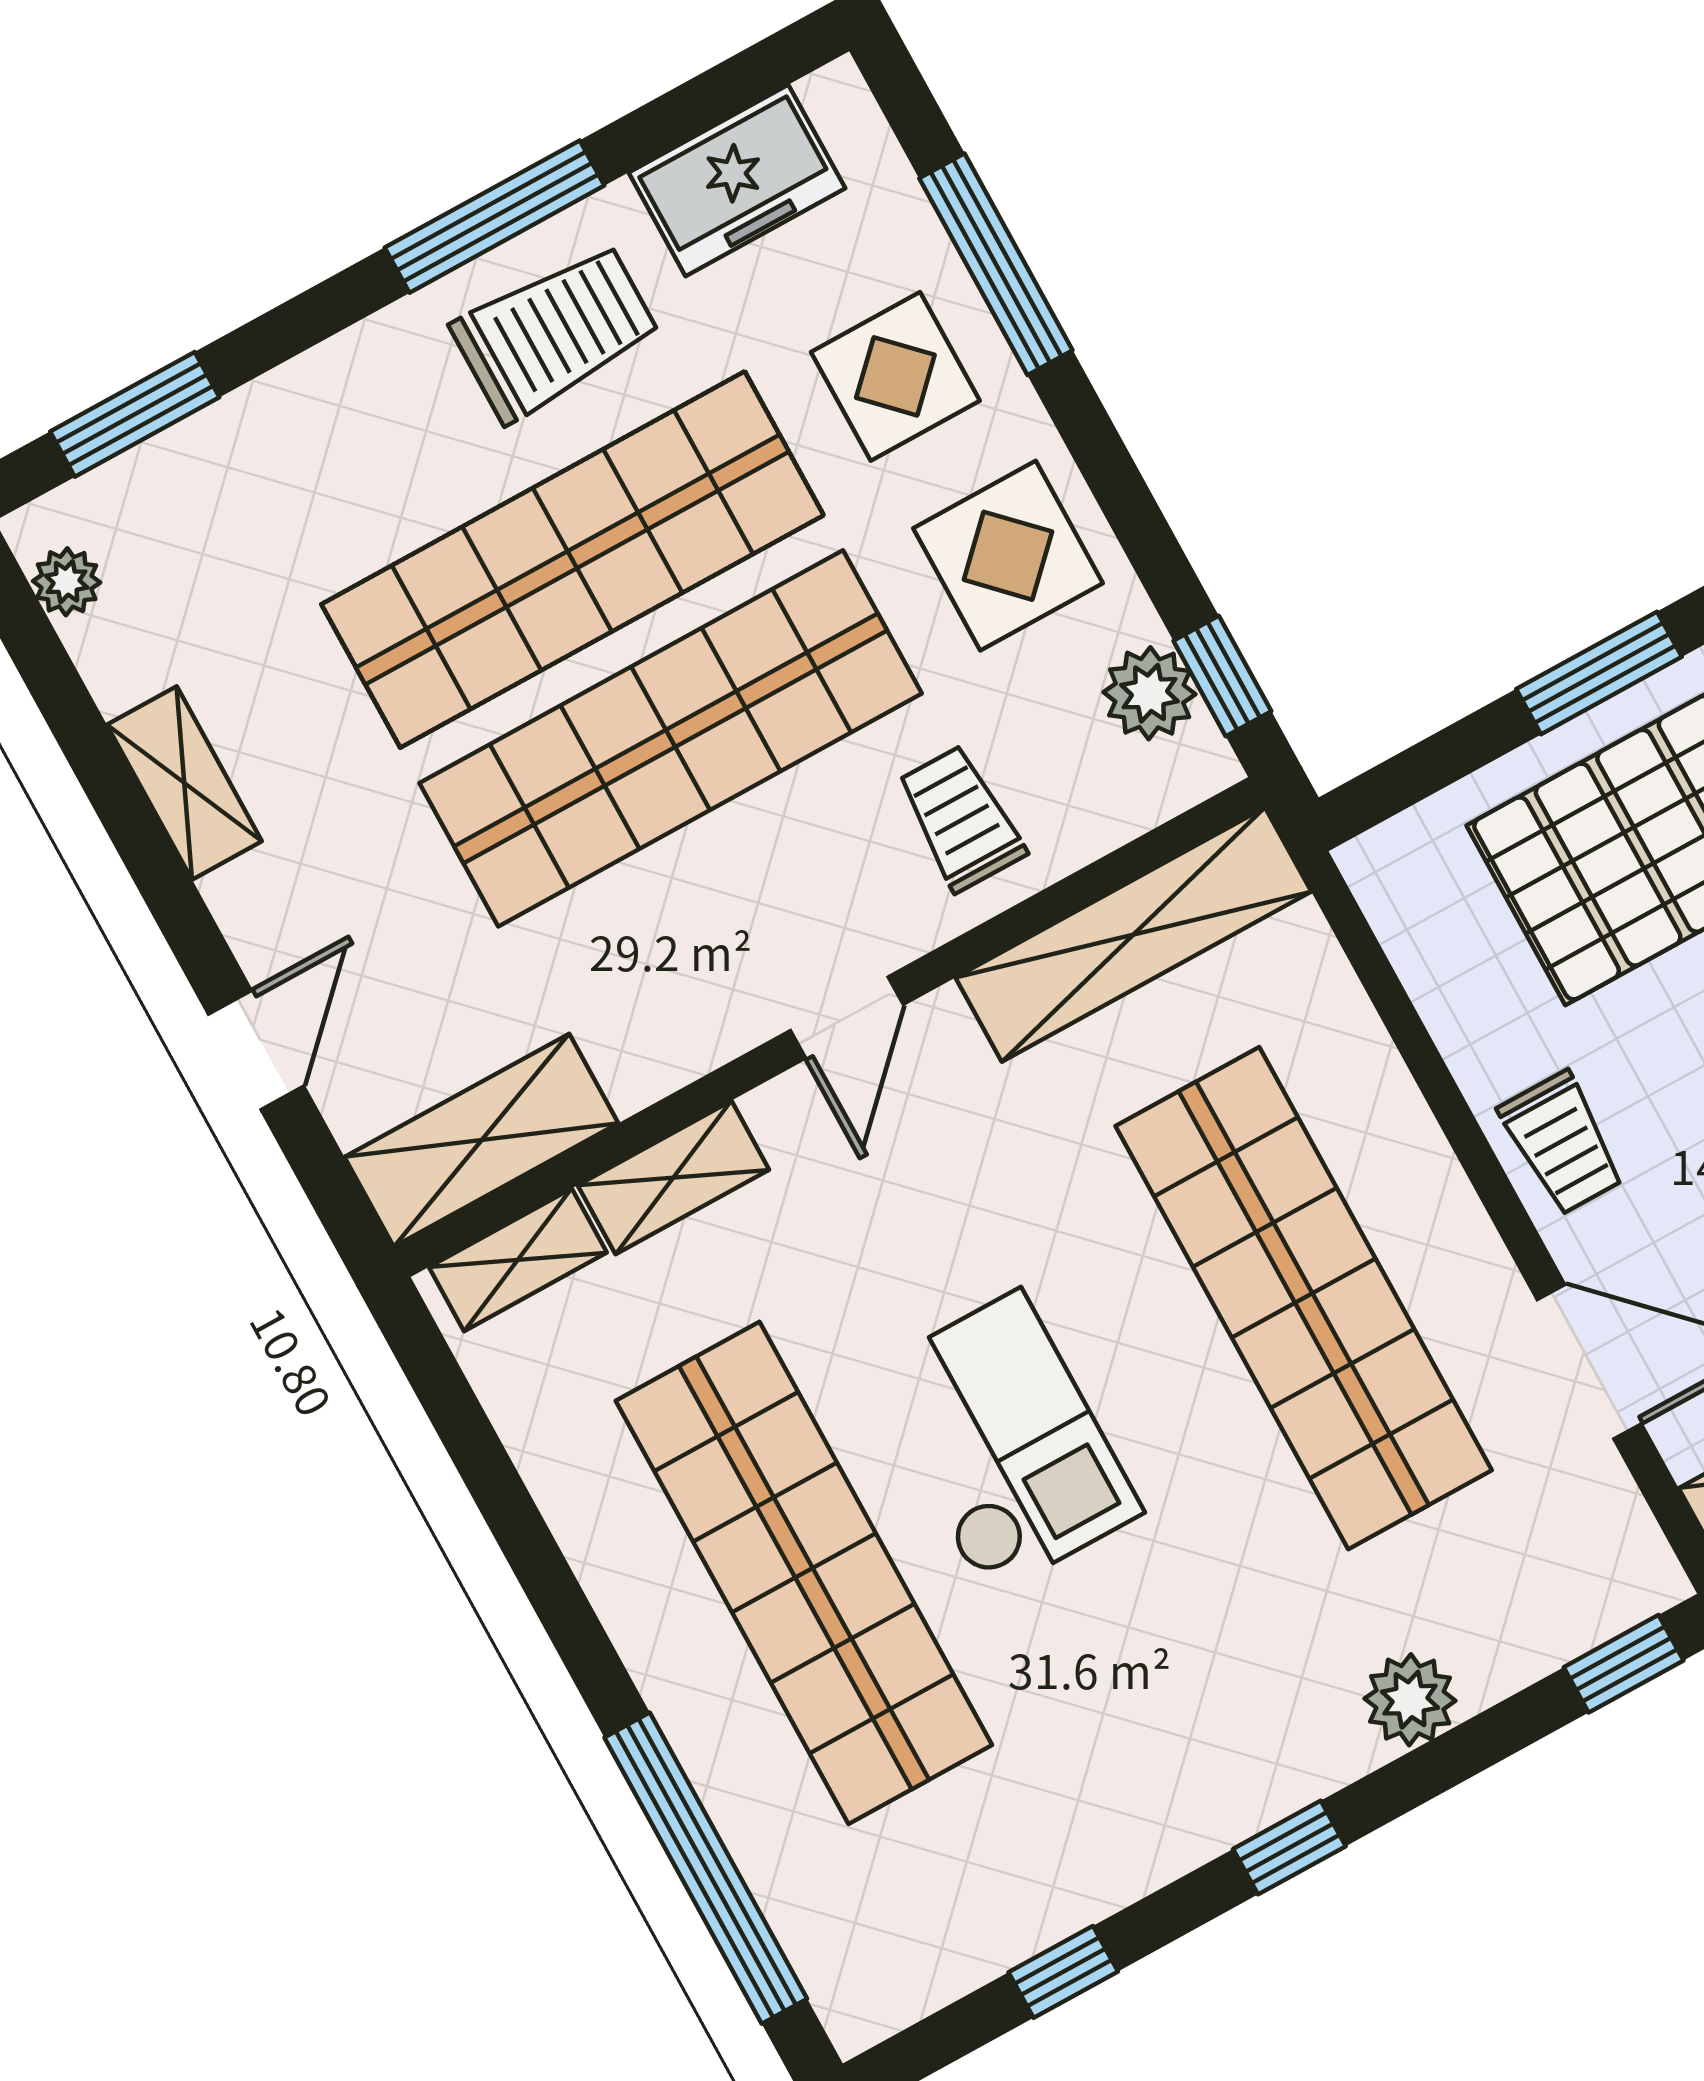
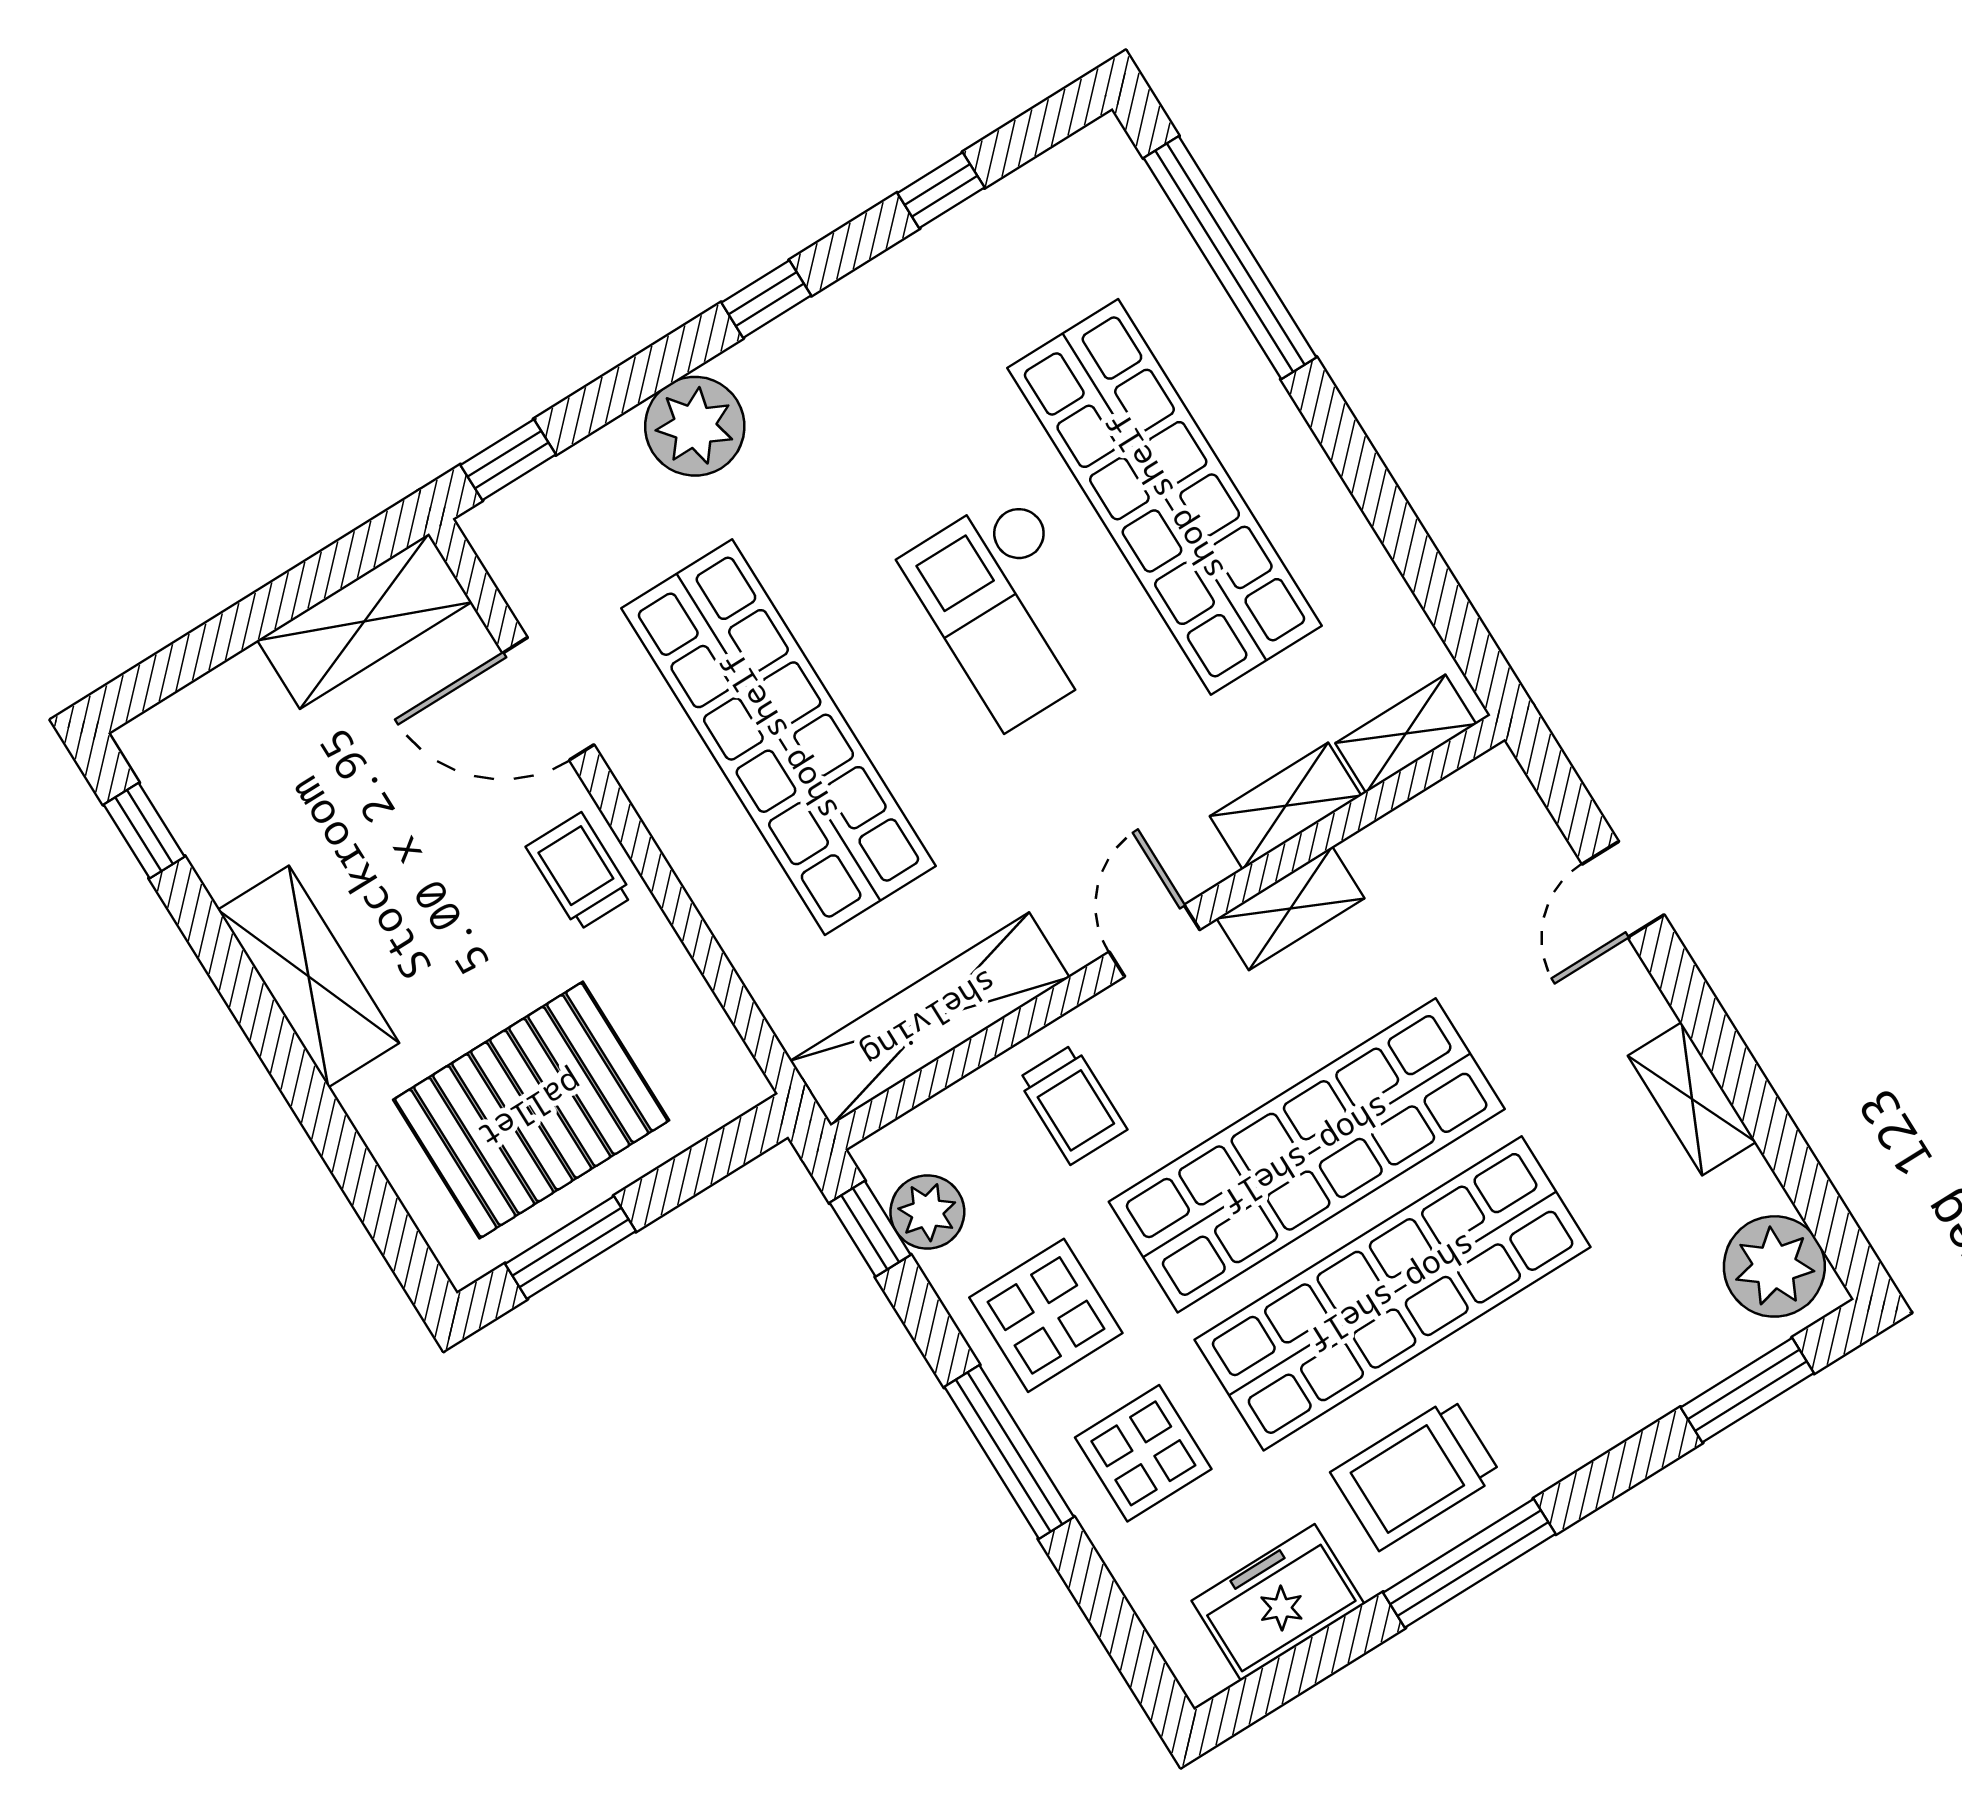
window: (996, 264) -> (1009, 1452), moved
plant: (67, 582) -> (1774, 1266), width x1.87, depth x1.87
shelving: (481, 1140) -> (1290, 908), moved, width x0.67, depth x0.75
plant: (1410, 1700) -> (695, 426), width x1.36, depth x1.36

